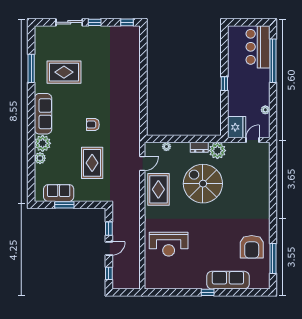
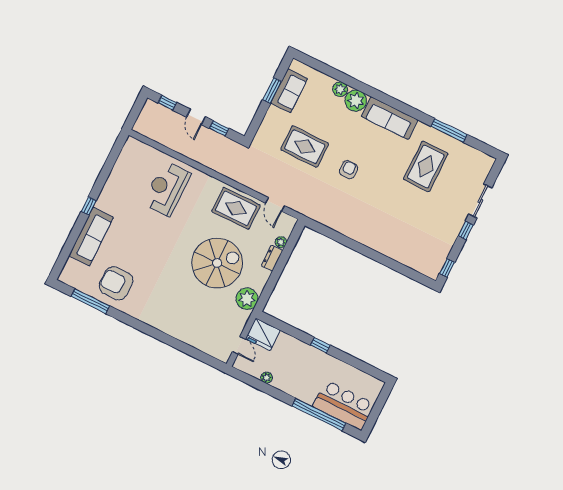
dresser: (199, 147) -> (272, 258), moved

